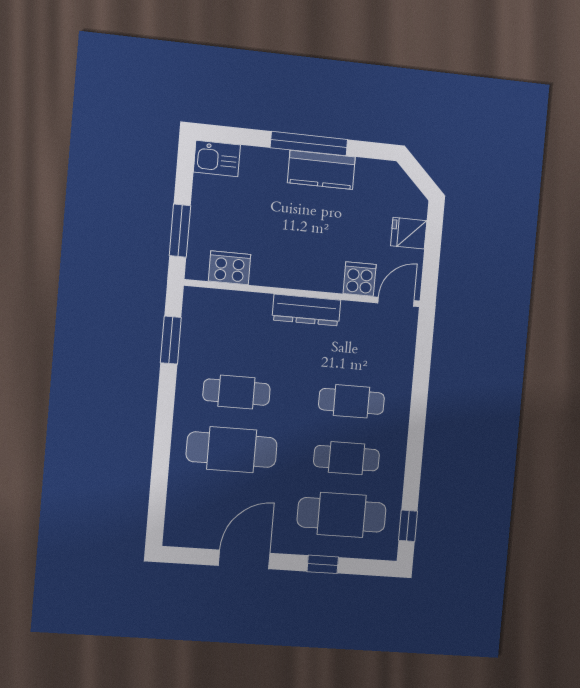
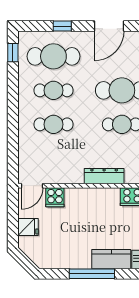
kitchen counter: (321, 170) -> (111, 259), moved
dresser: (306, 310) -> (104, 176), moved

